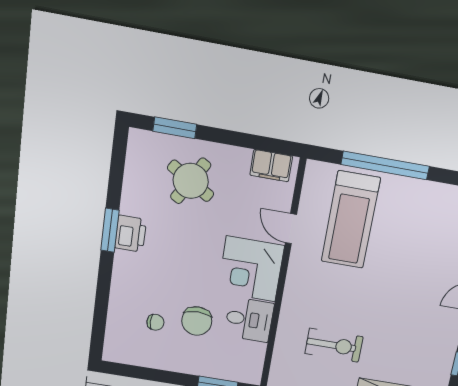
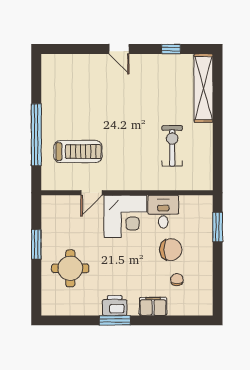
window: (175, 128) -> (36, 244), moved
filing cabinet: (271, 166) -> (153, 306), moved, turned -90
round table: (191, 181) -> (70, 268), turned -31
treadmill: (351, 220) -> (78, 152), width x0.73, depth x0.73

